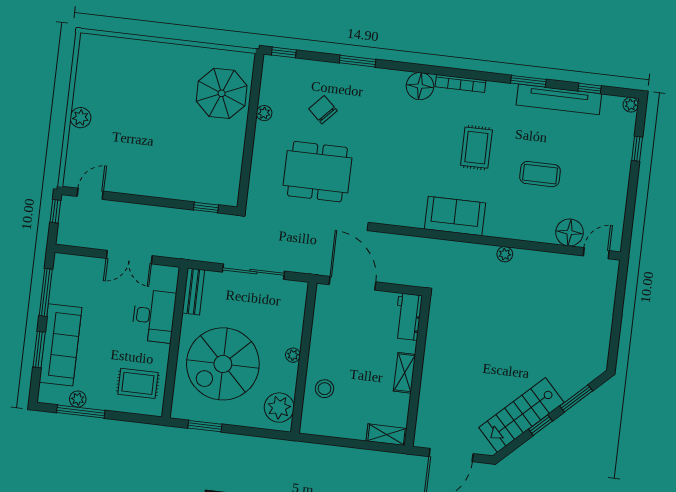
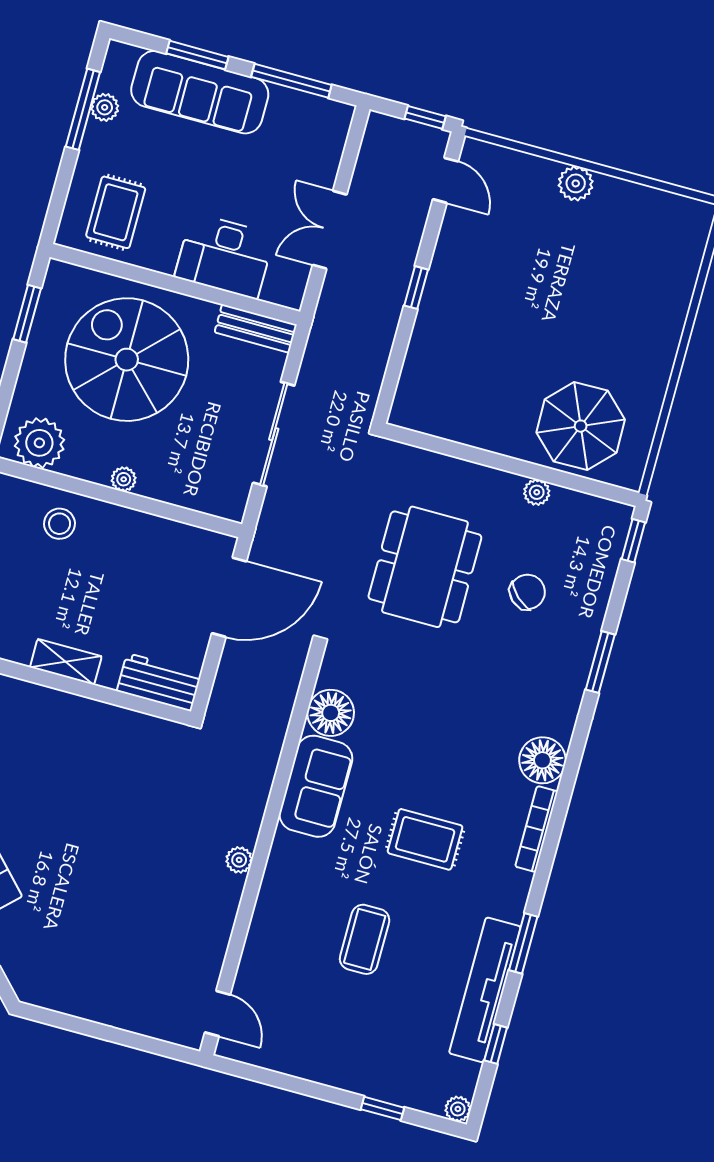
window: (206, 207) -> (416, 288), moved
floor lamp: (570, 232) -> (331, 713), moved

